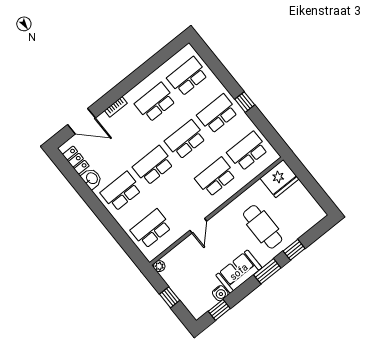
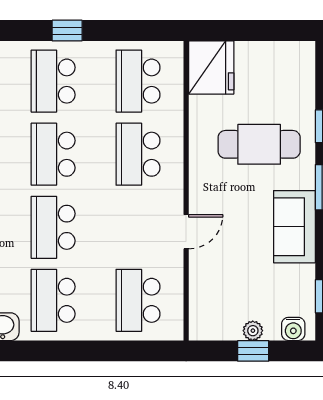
door: (198, 226) -> (186, 232), hinge flipped
plant: (159, 266) -> (253, 331), moved
water cooler: (220, 293) -> (293, 329), moved, turned 90

